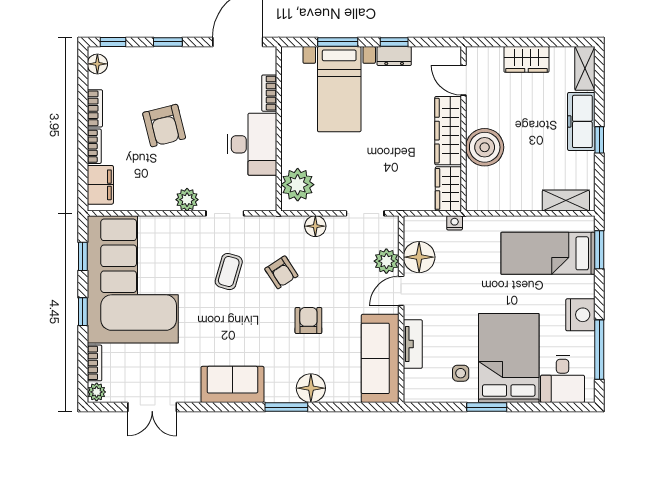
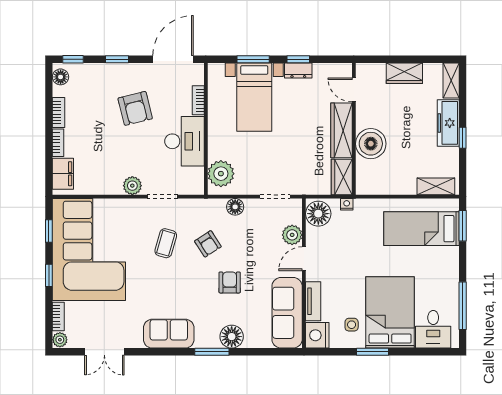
armchair: (164, 126) -> (135, 108), moved
floor lamp: (419, 257) -> (318, 214), moved
nightstand: (580, 315) -> (317, 335), moved, turned 180

